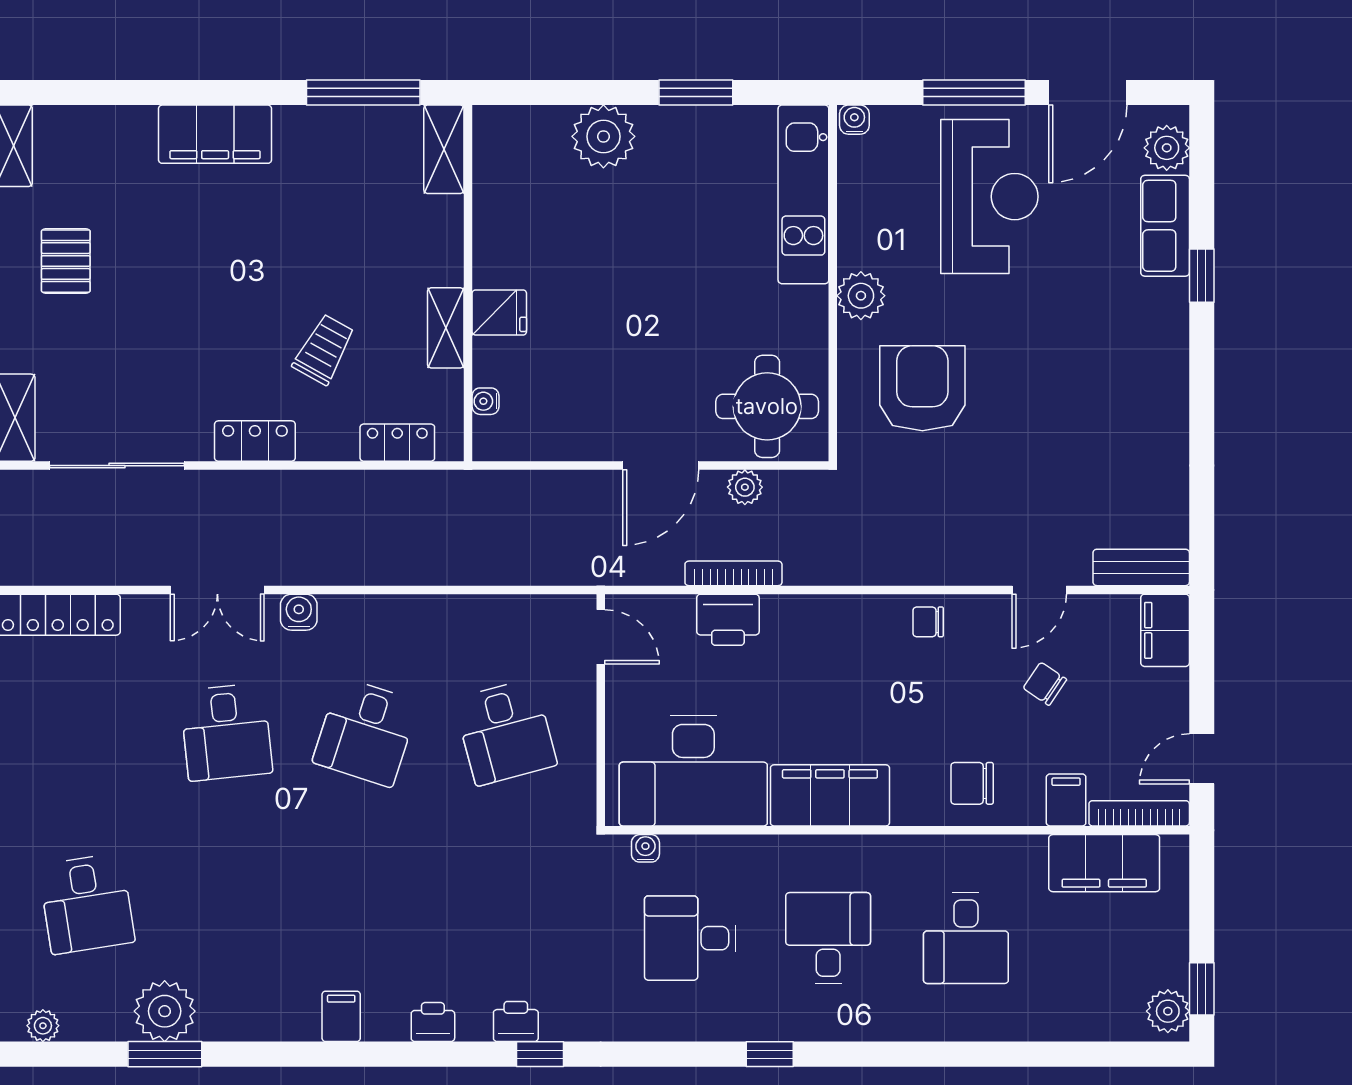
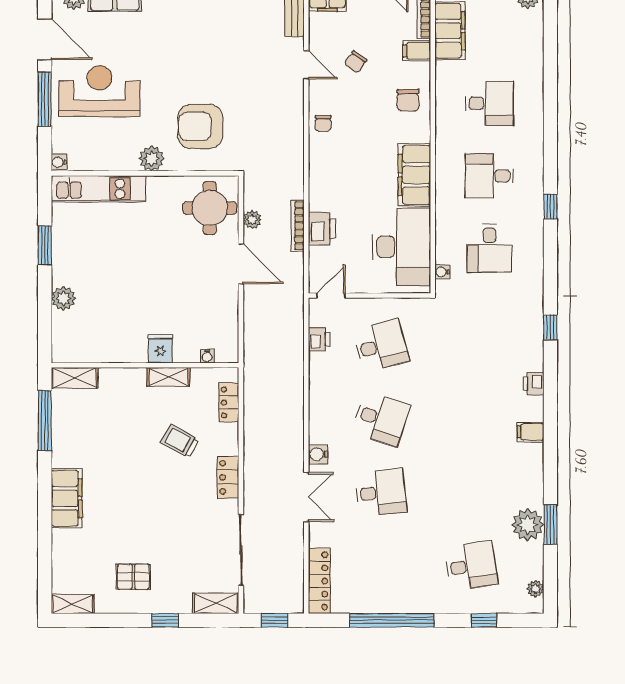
plant: (603, 136) -> (63, 298), width x0.73, depth x0.73
printer: (516, 1021) -> (319, 339), moved, turned 180

